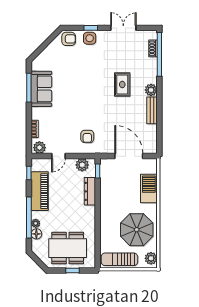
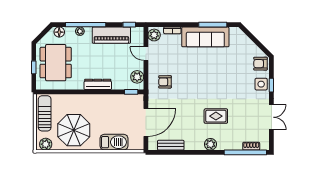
armchair: (69, 39) -> (260, 64), turned 90
sofa: (41, 89) -> (205, 37), width x1.36
bench: (152, 110) -> (171, 145), moved
dresser: (90, 191) -> (98, 84), moved
floor lamp: (36, 234) -> (59, 32), moved

